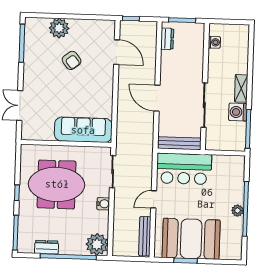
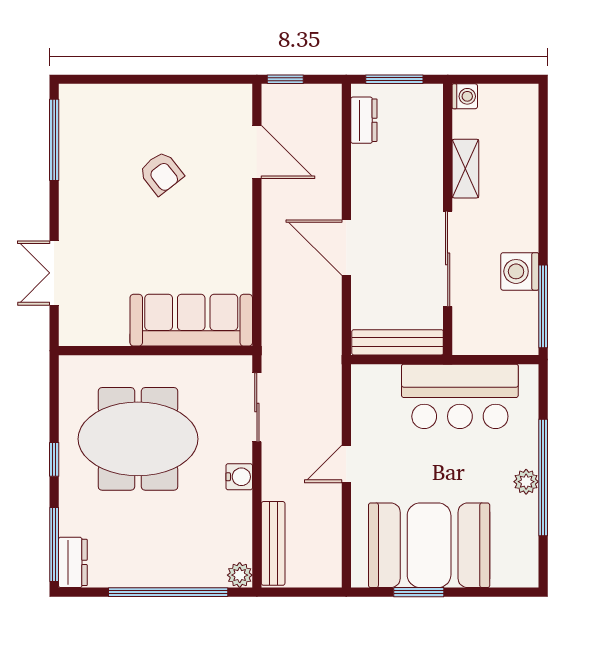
plant: (59, 28) -> (132, 105), removed
washing machine: (214, 42) -> (465, 96), moved
shelving: (241, 88) -> (465, 169), moved
bar counter: (184, 169) -> (460, 396), moved
bench: (145, 236) -> (273, 543), moved
plant: (97, 244) -> (240, 575), width x0.53, depth x0.53
dresser: (47, 247) -> (73, 562), moved, turned 90

